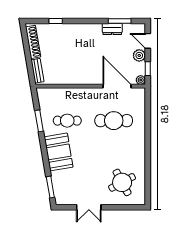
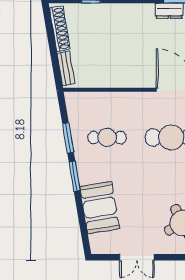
booth: (59, 152) -> (100, 208), moved
window: (50, 187) -> (75, 176), moved

